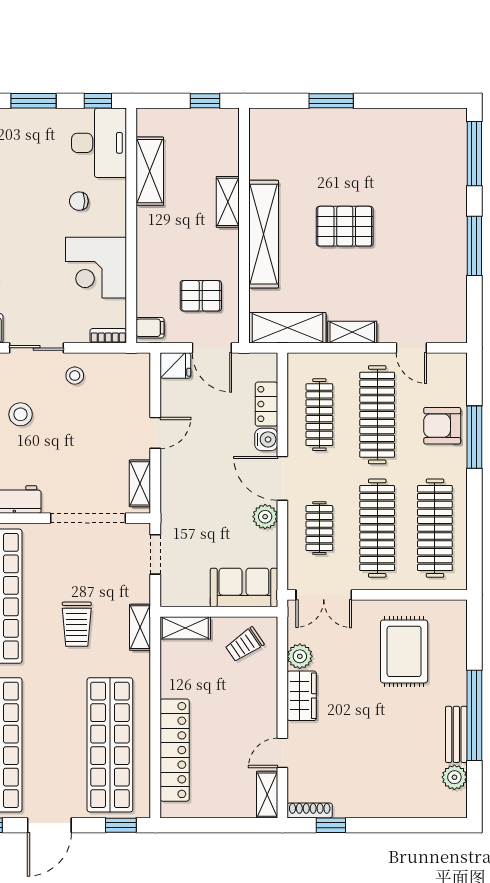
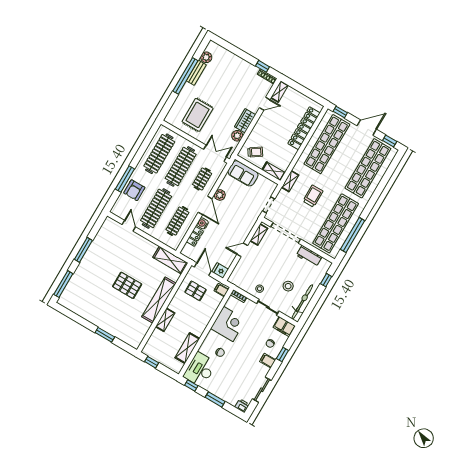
shelving: (352, 332) -> (147, 244), removed
armchair: (442, 426) -> (134, 190), turned 90

